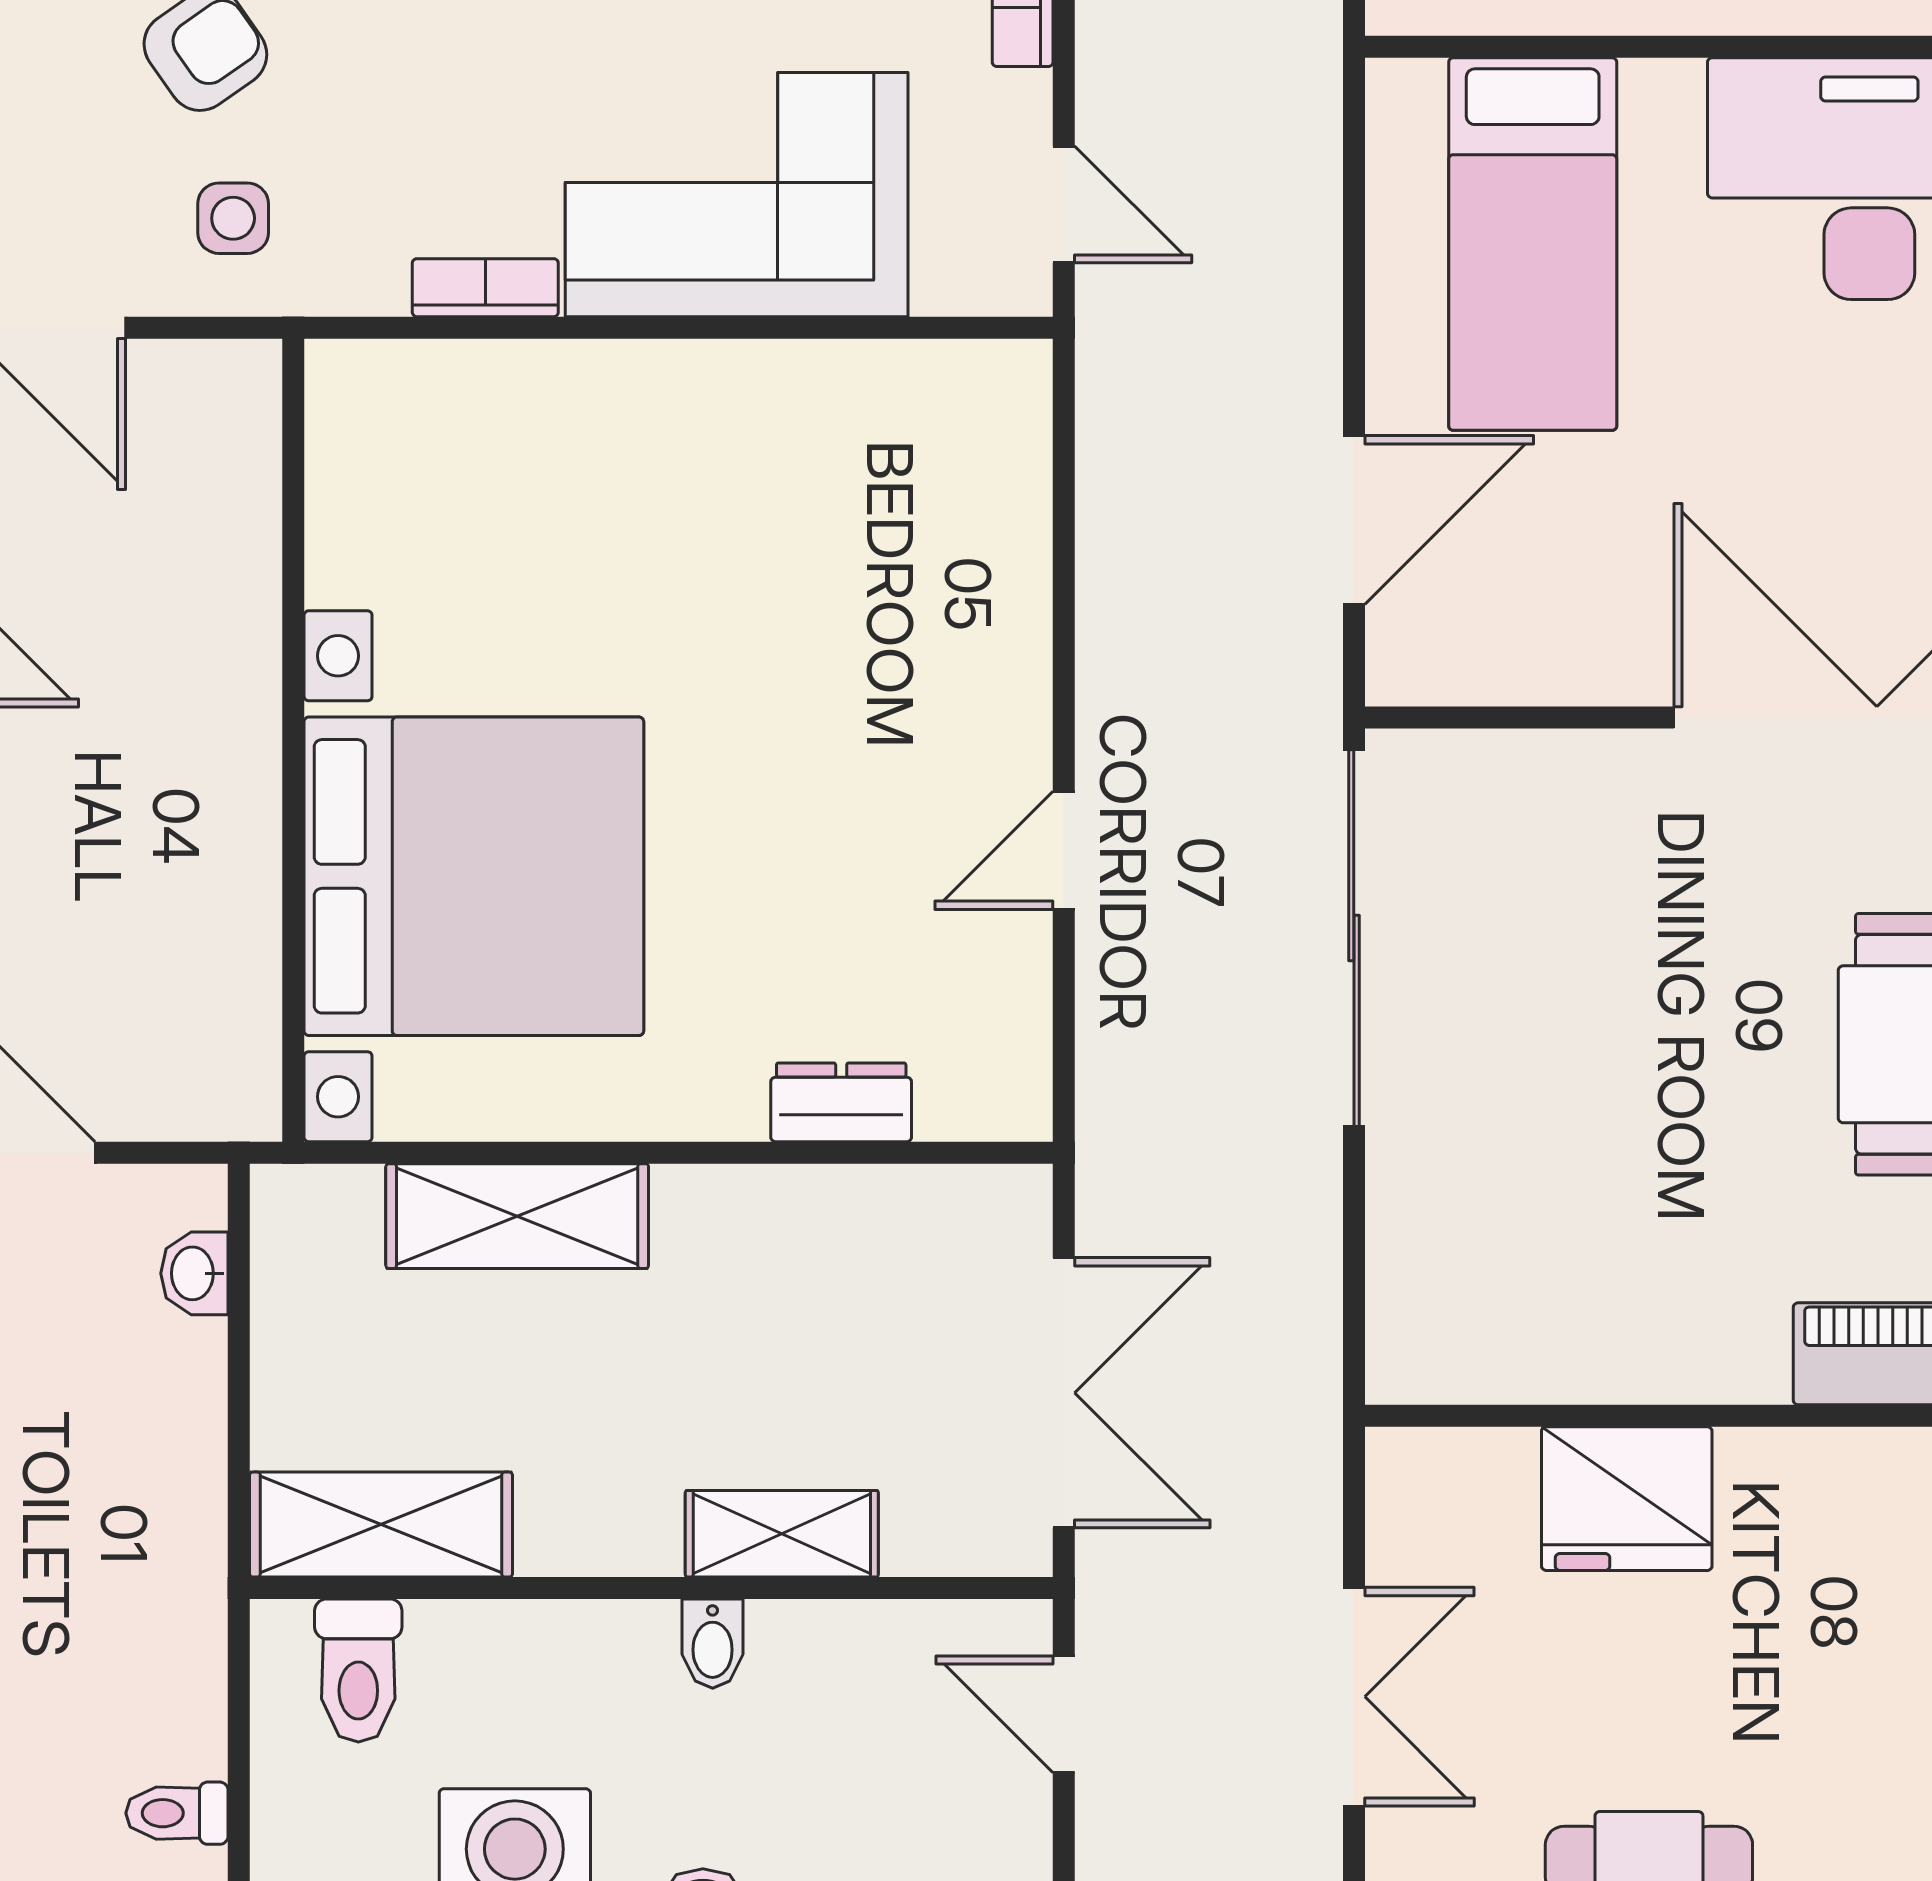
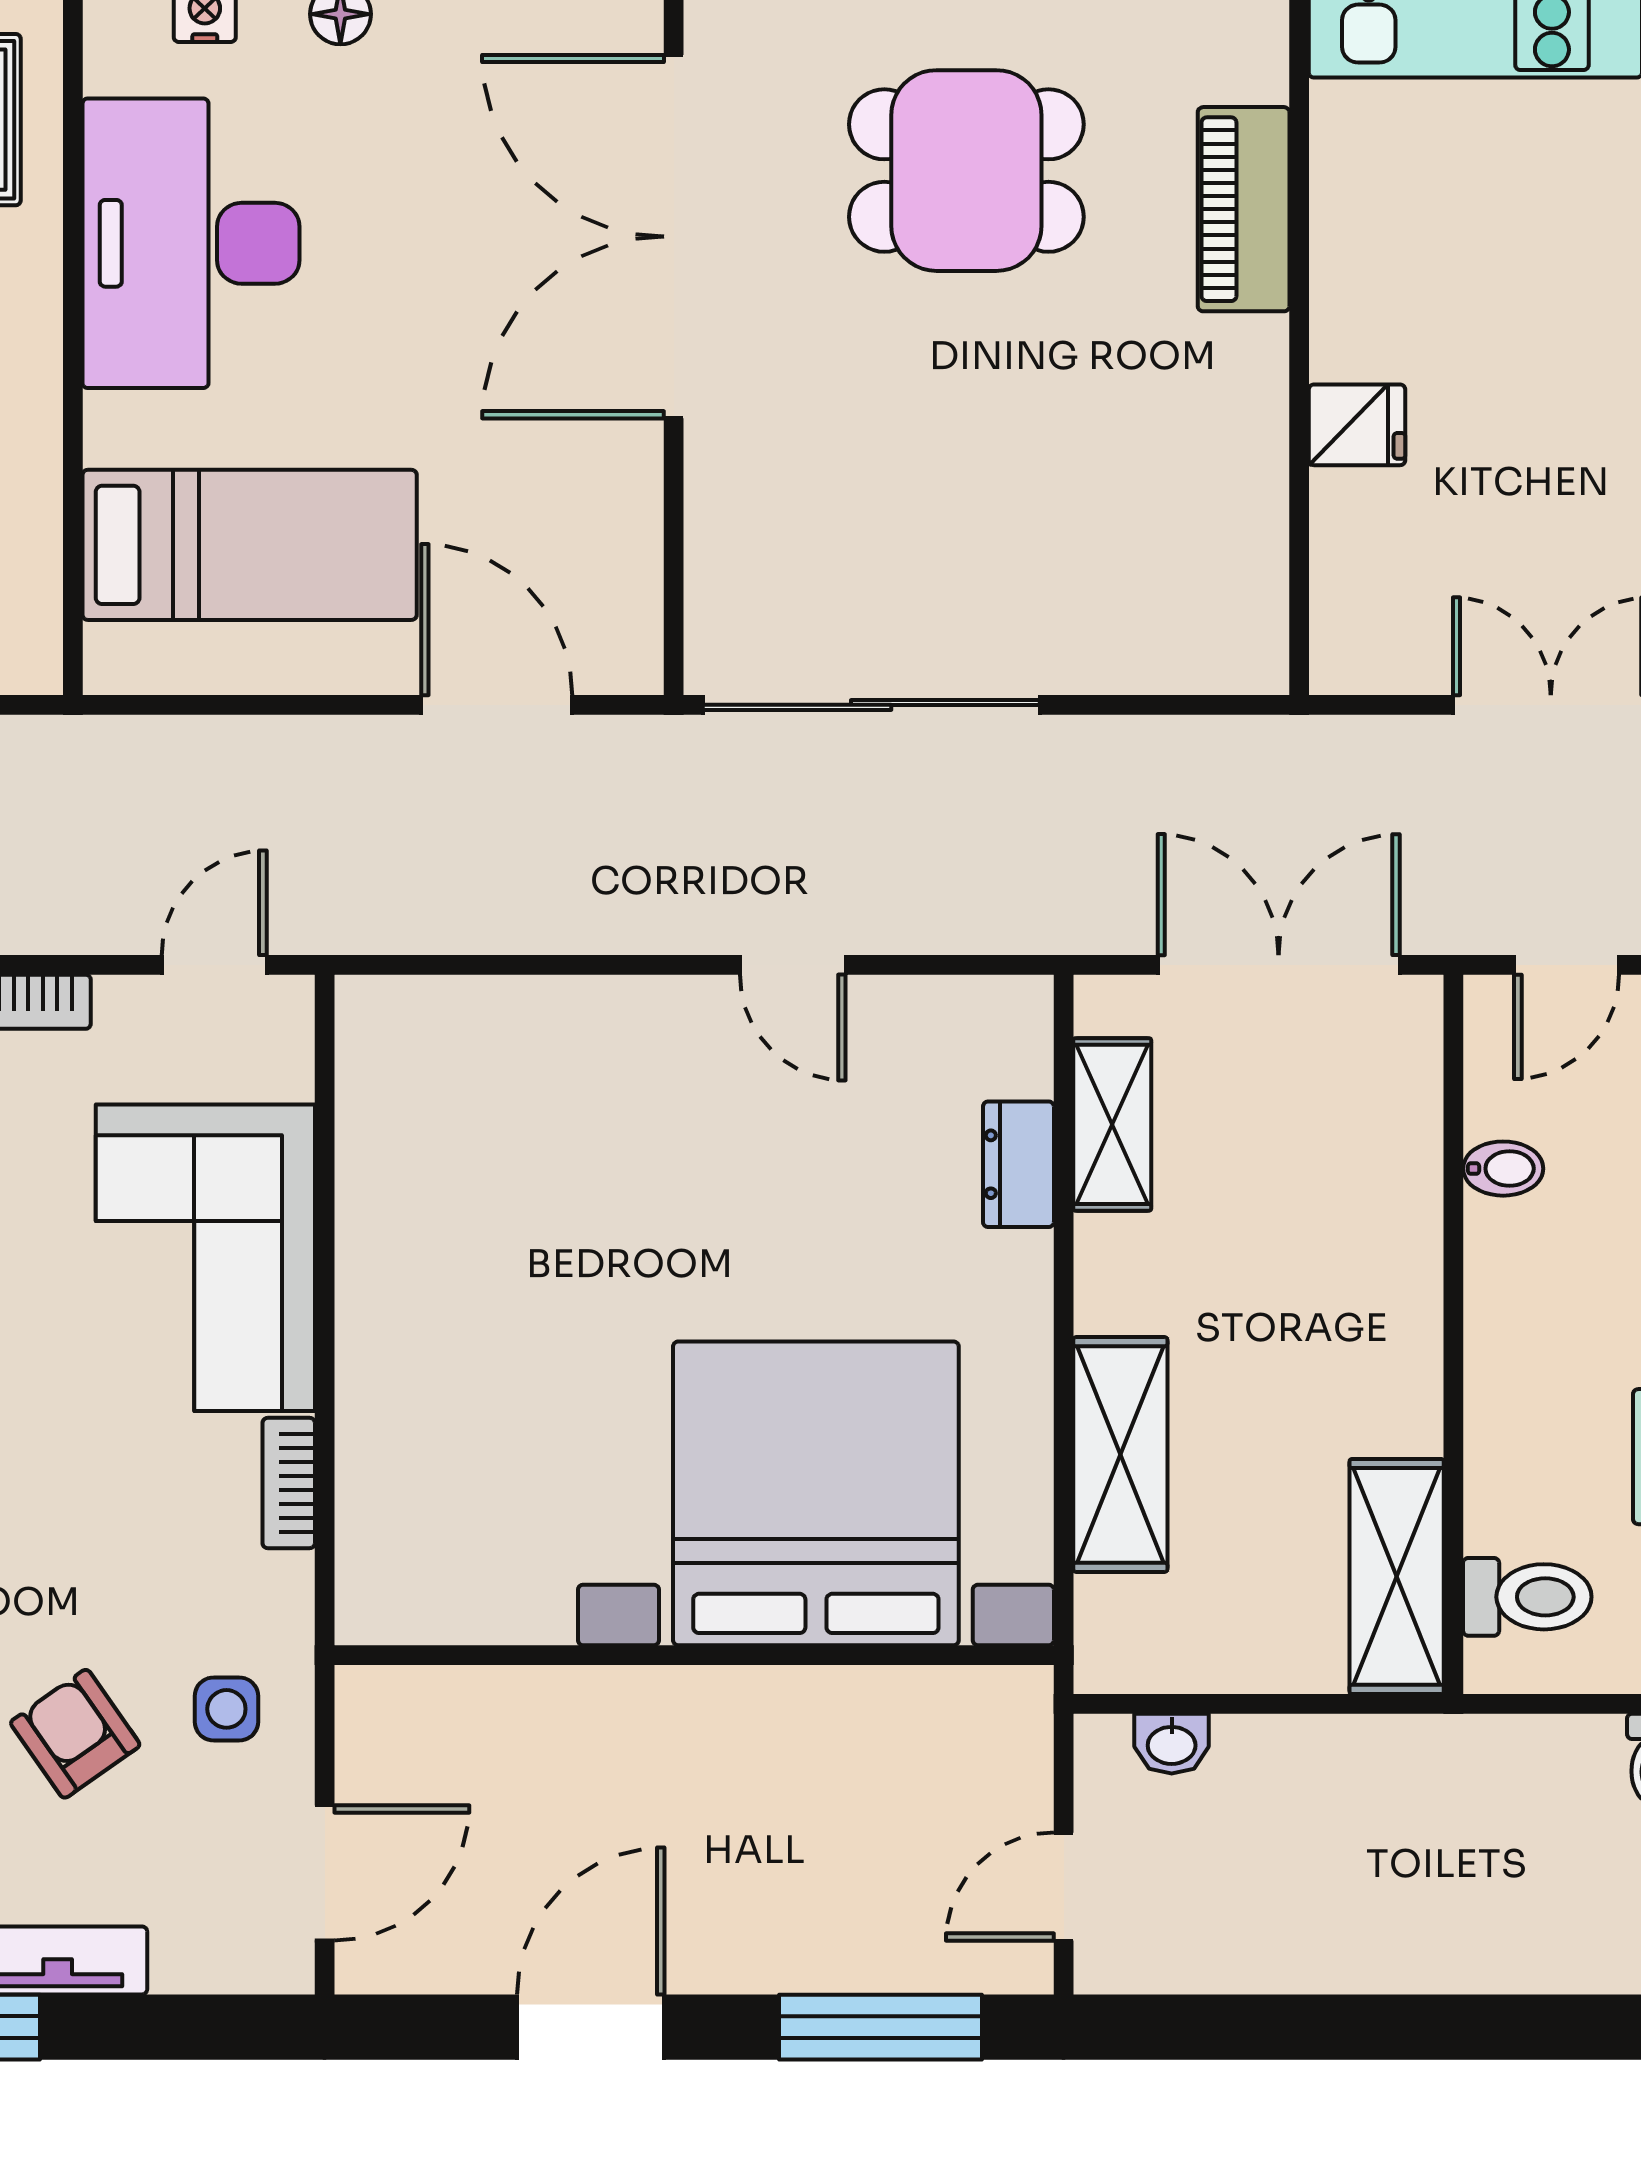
fridge: (1627, 1499) -> (1357, 425), width x0.53, depth x0.75
shelving: (782, 1534) -> (1112, 1124), moved
bidet: (713, 1644) -> (1503, 1169), moved

